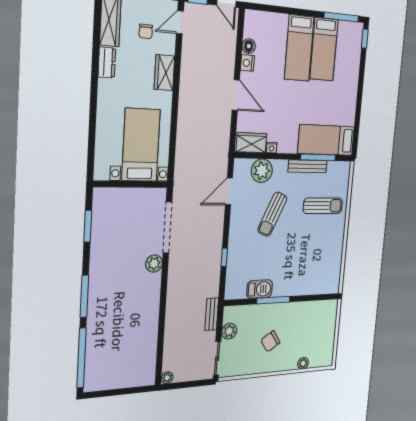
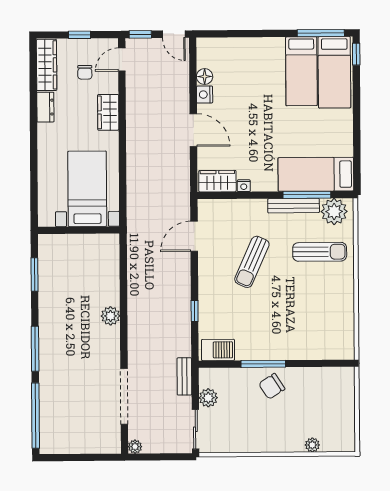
bed: (299, 48) -> (334, 72), moved
plant: (262, 171) -> (334, 212), moved
doorway: (167, 228) -> (124, 396), moved
barbecue: (260, 289) -> (218, 350), moved
chair: (270, 341) -> (272, 386), moved

